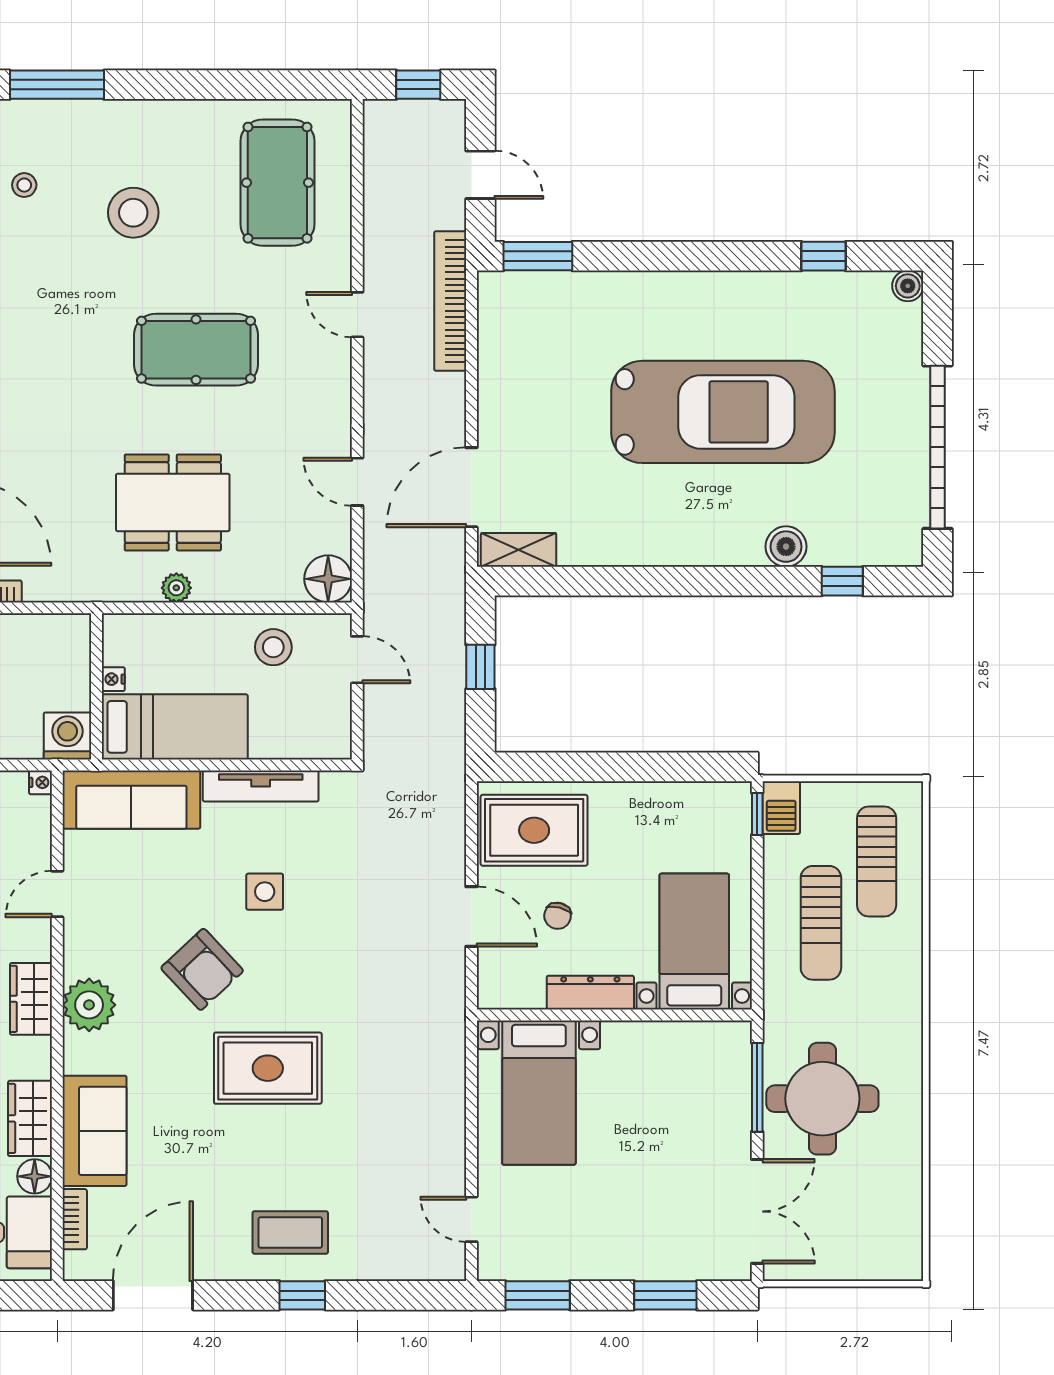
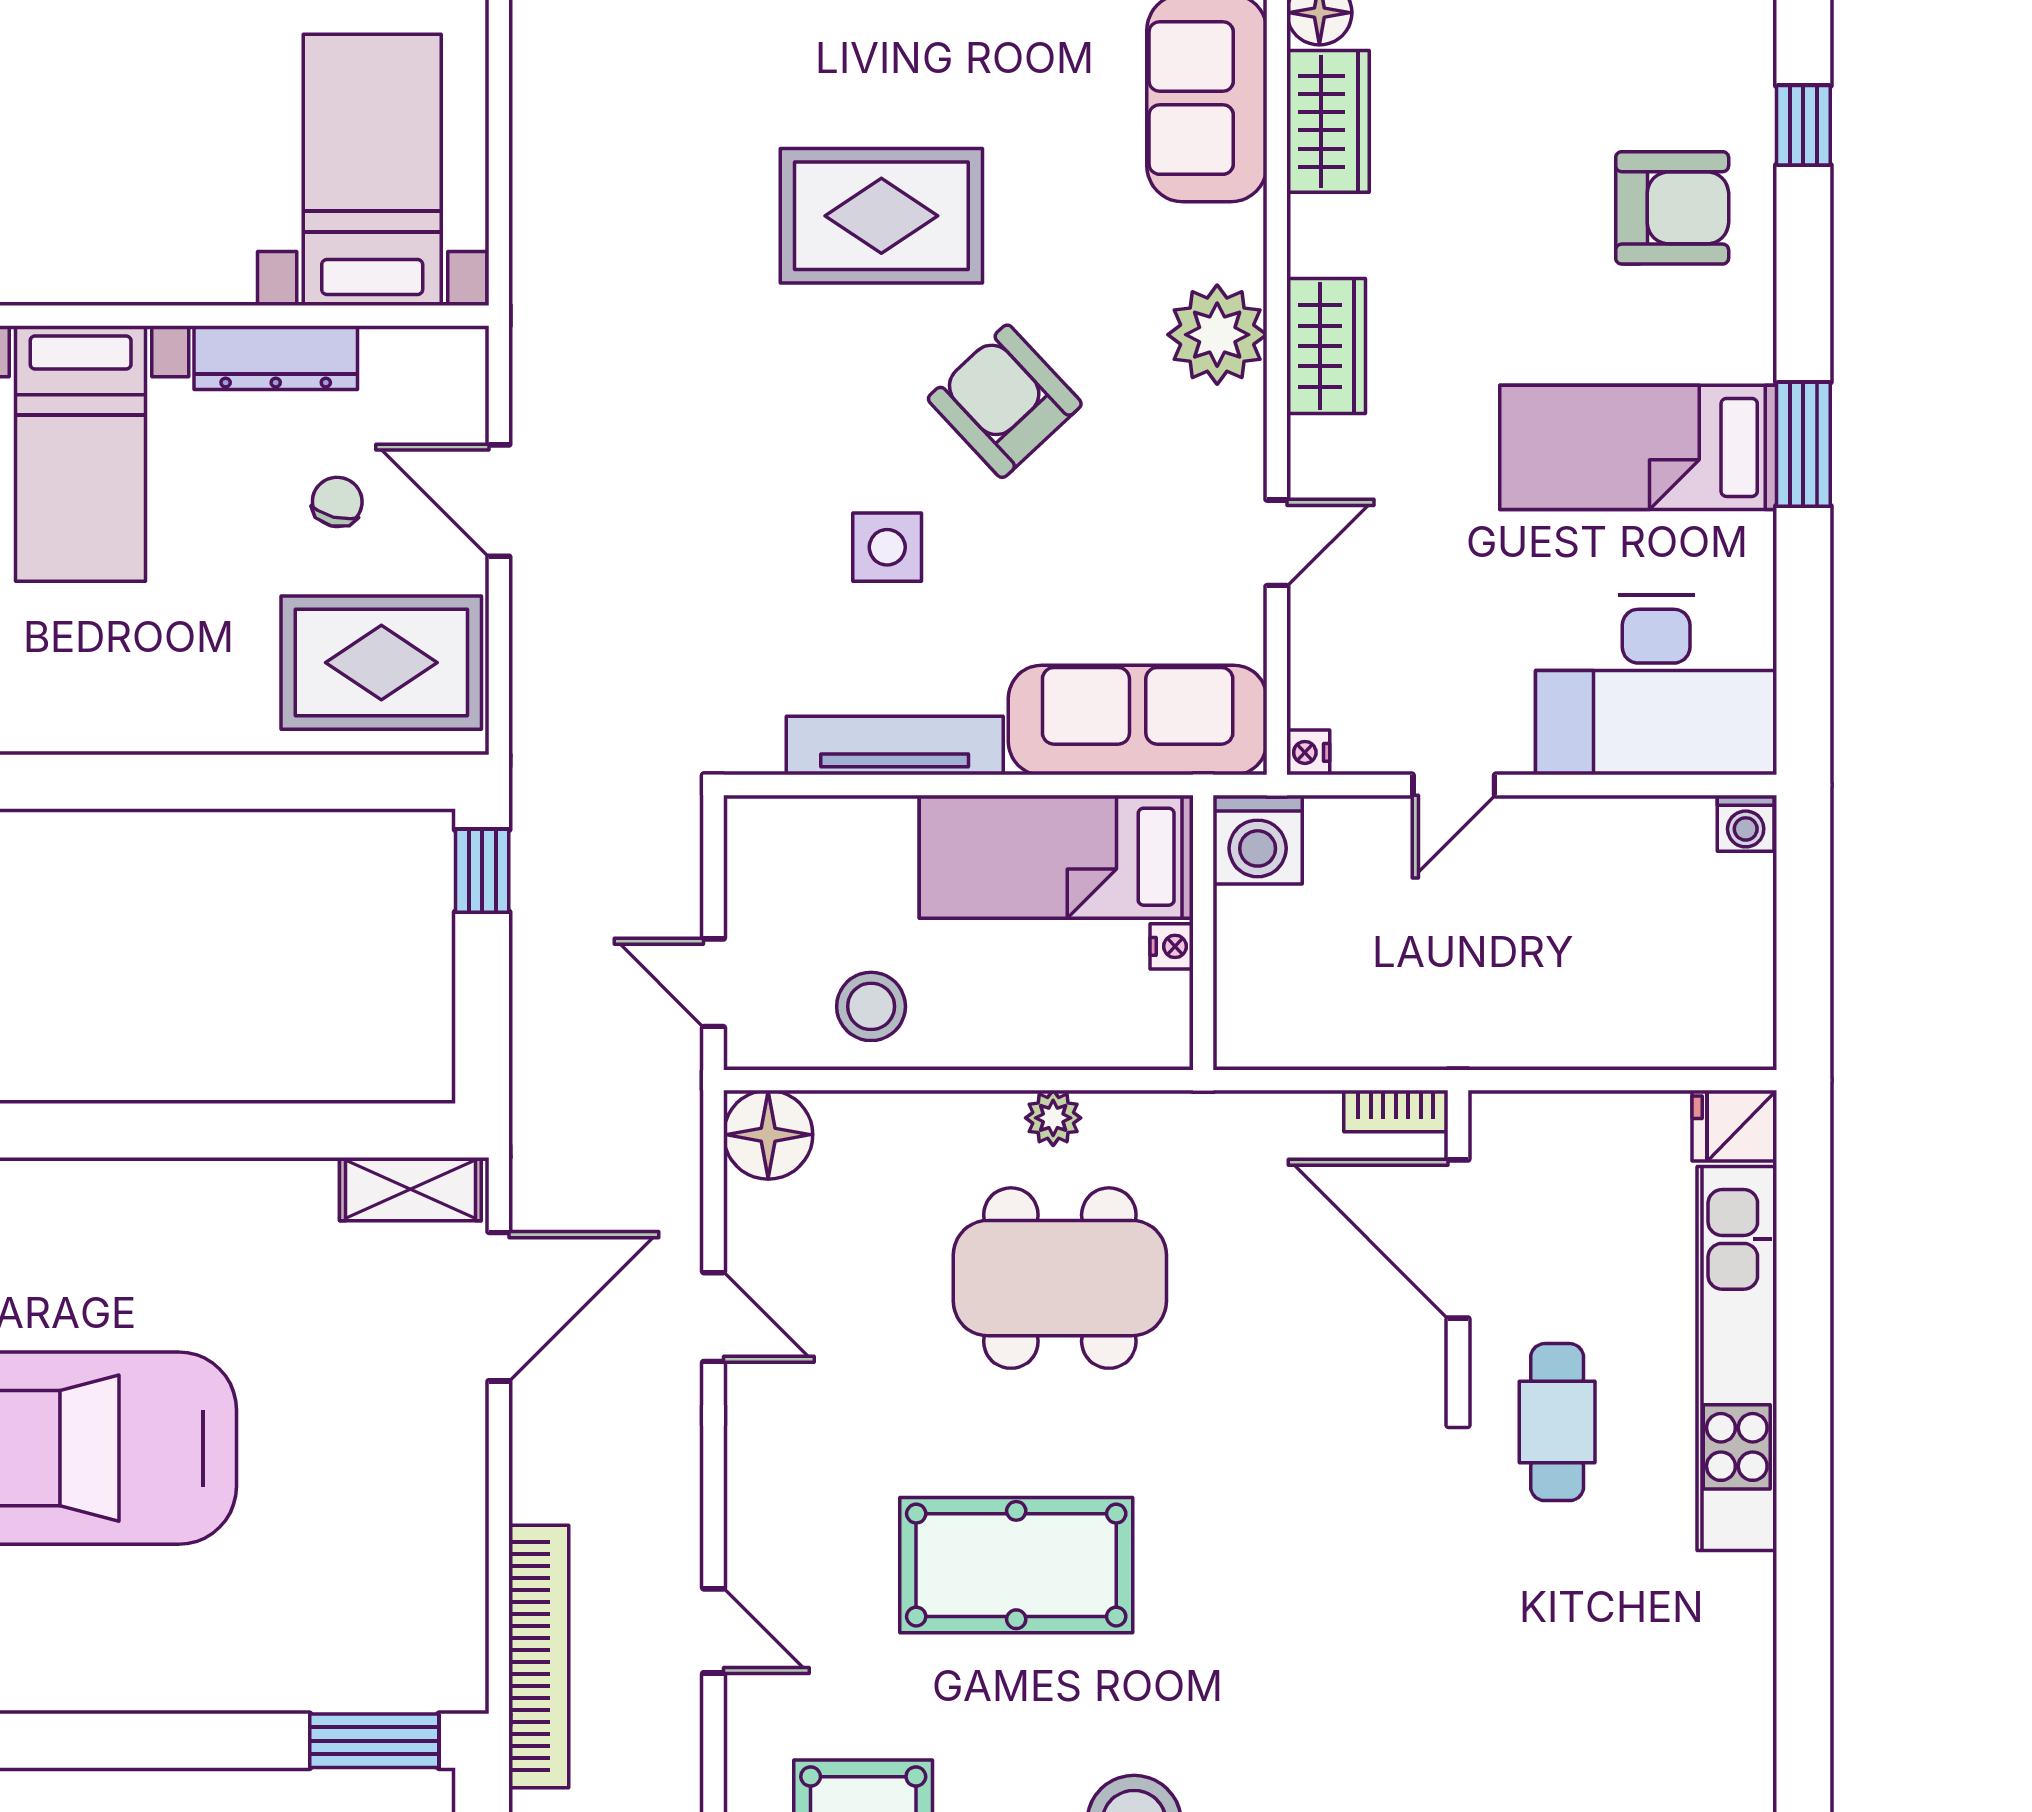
window: (480, 667) -> (482, 871), moved

